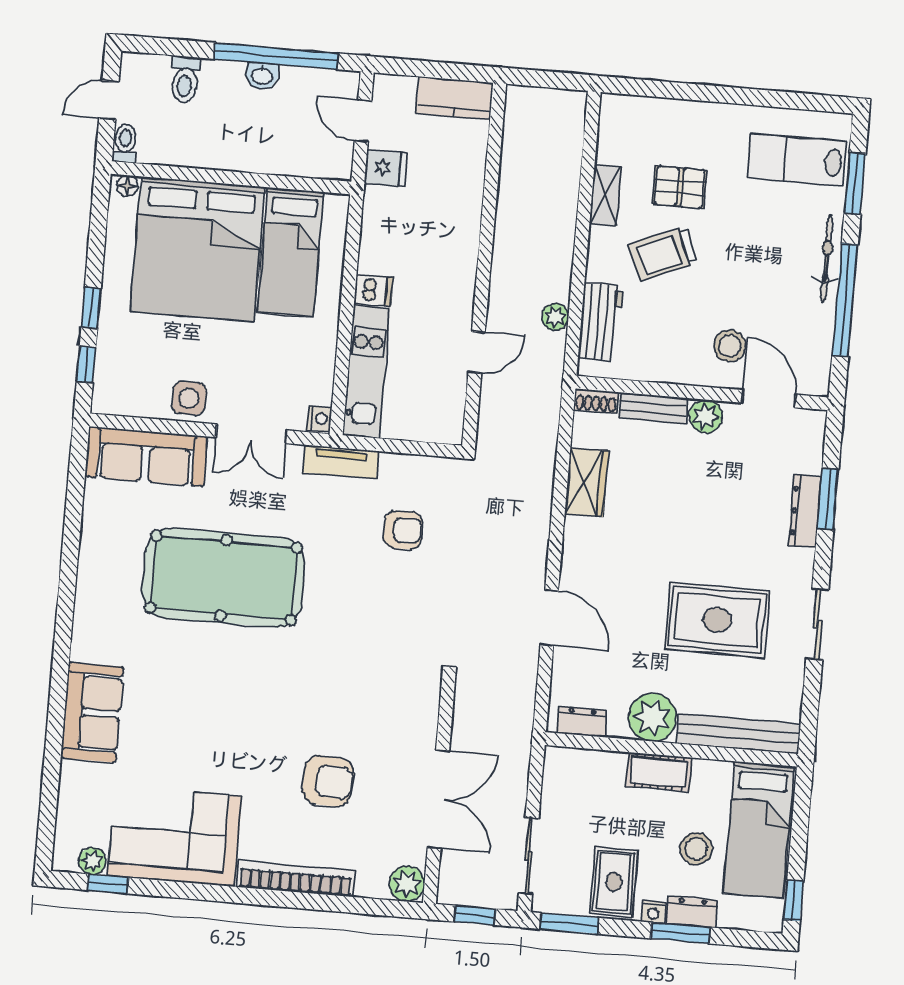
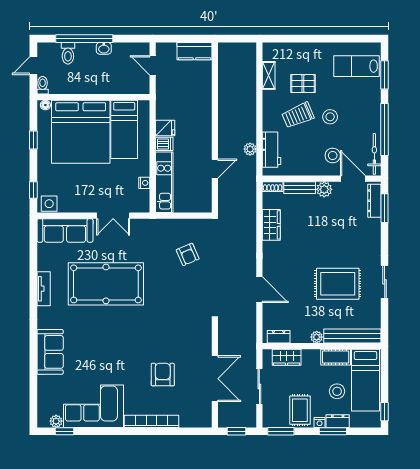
window: (276, 56) -> (84, 39), moved
fridge: (386, 168) -> (165, 128), moved
shelving: (605, 195) -> (269, 75), moved
bicycle: (827, 258) -> (374, 154), moved
stool: (731, 263) -> (330, 117), added
window: (91, 308) -> (33, 140), moved
side table: (189, 398) -> (49, 204), moved
nightstand: (320, 419) -> (144, 183), moved
tv unit: (341, 462) -> (44, 289), moved, turned -90
window: (828, 499) -> (385, 208), moved
dresser: (805, 511) -> (374, 201), moved
armchair: (403, 530) -> (188, 254), turned 67
plant: (652, 717) -> (317, 337), width x0.53, depth x0.53
wardrobe: (595, 767) -> (287, 357), added
cot: (659, 772) -> (336, 357), moved
armchair: (328, 781) -> (163, 375), turned -93
sliding door: (529, 856) -> (259, 386), moved
plant: (407, 884) -> (204, 419), removed

